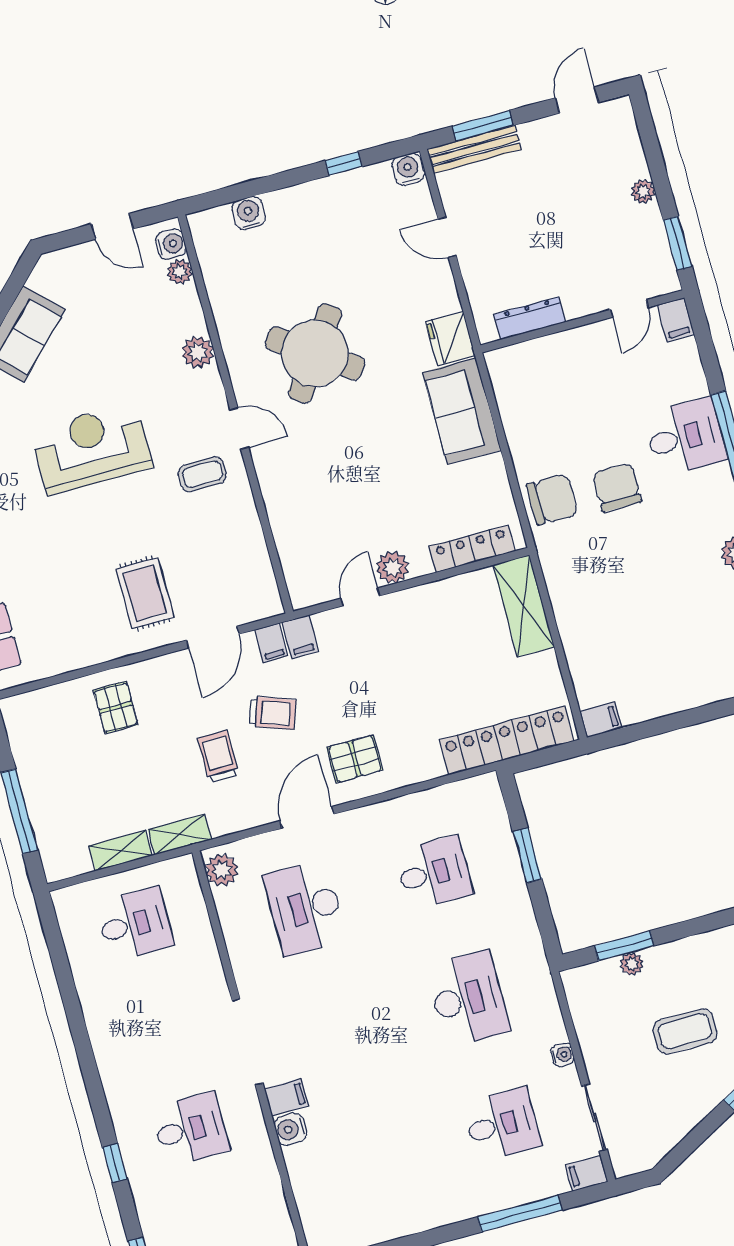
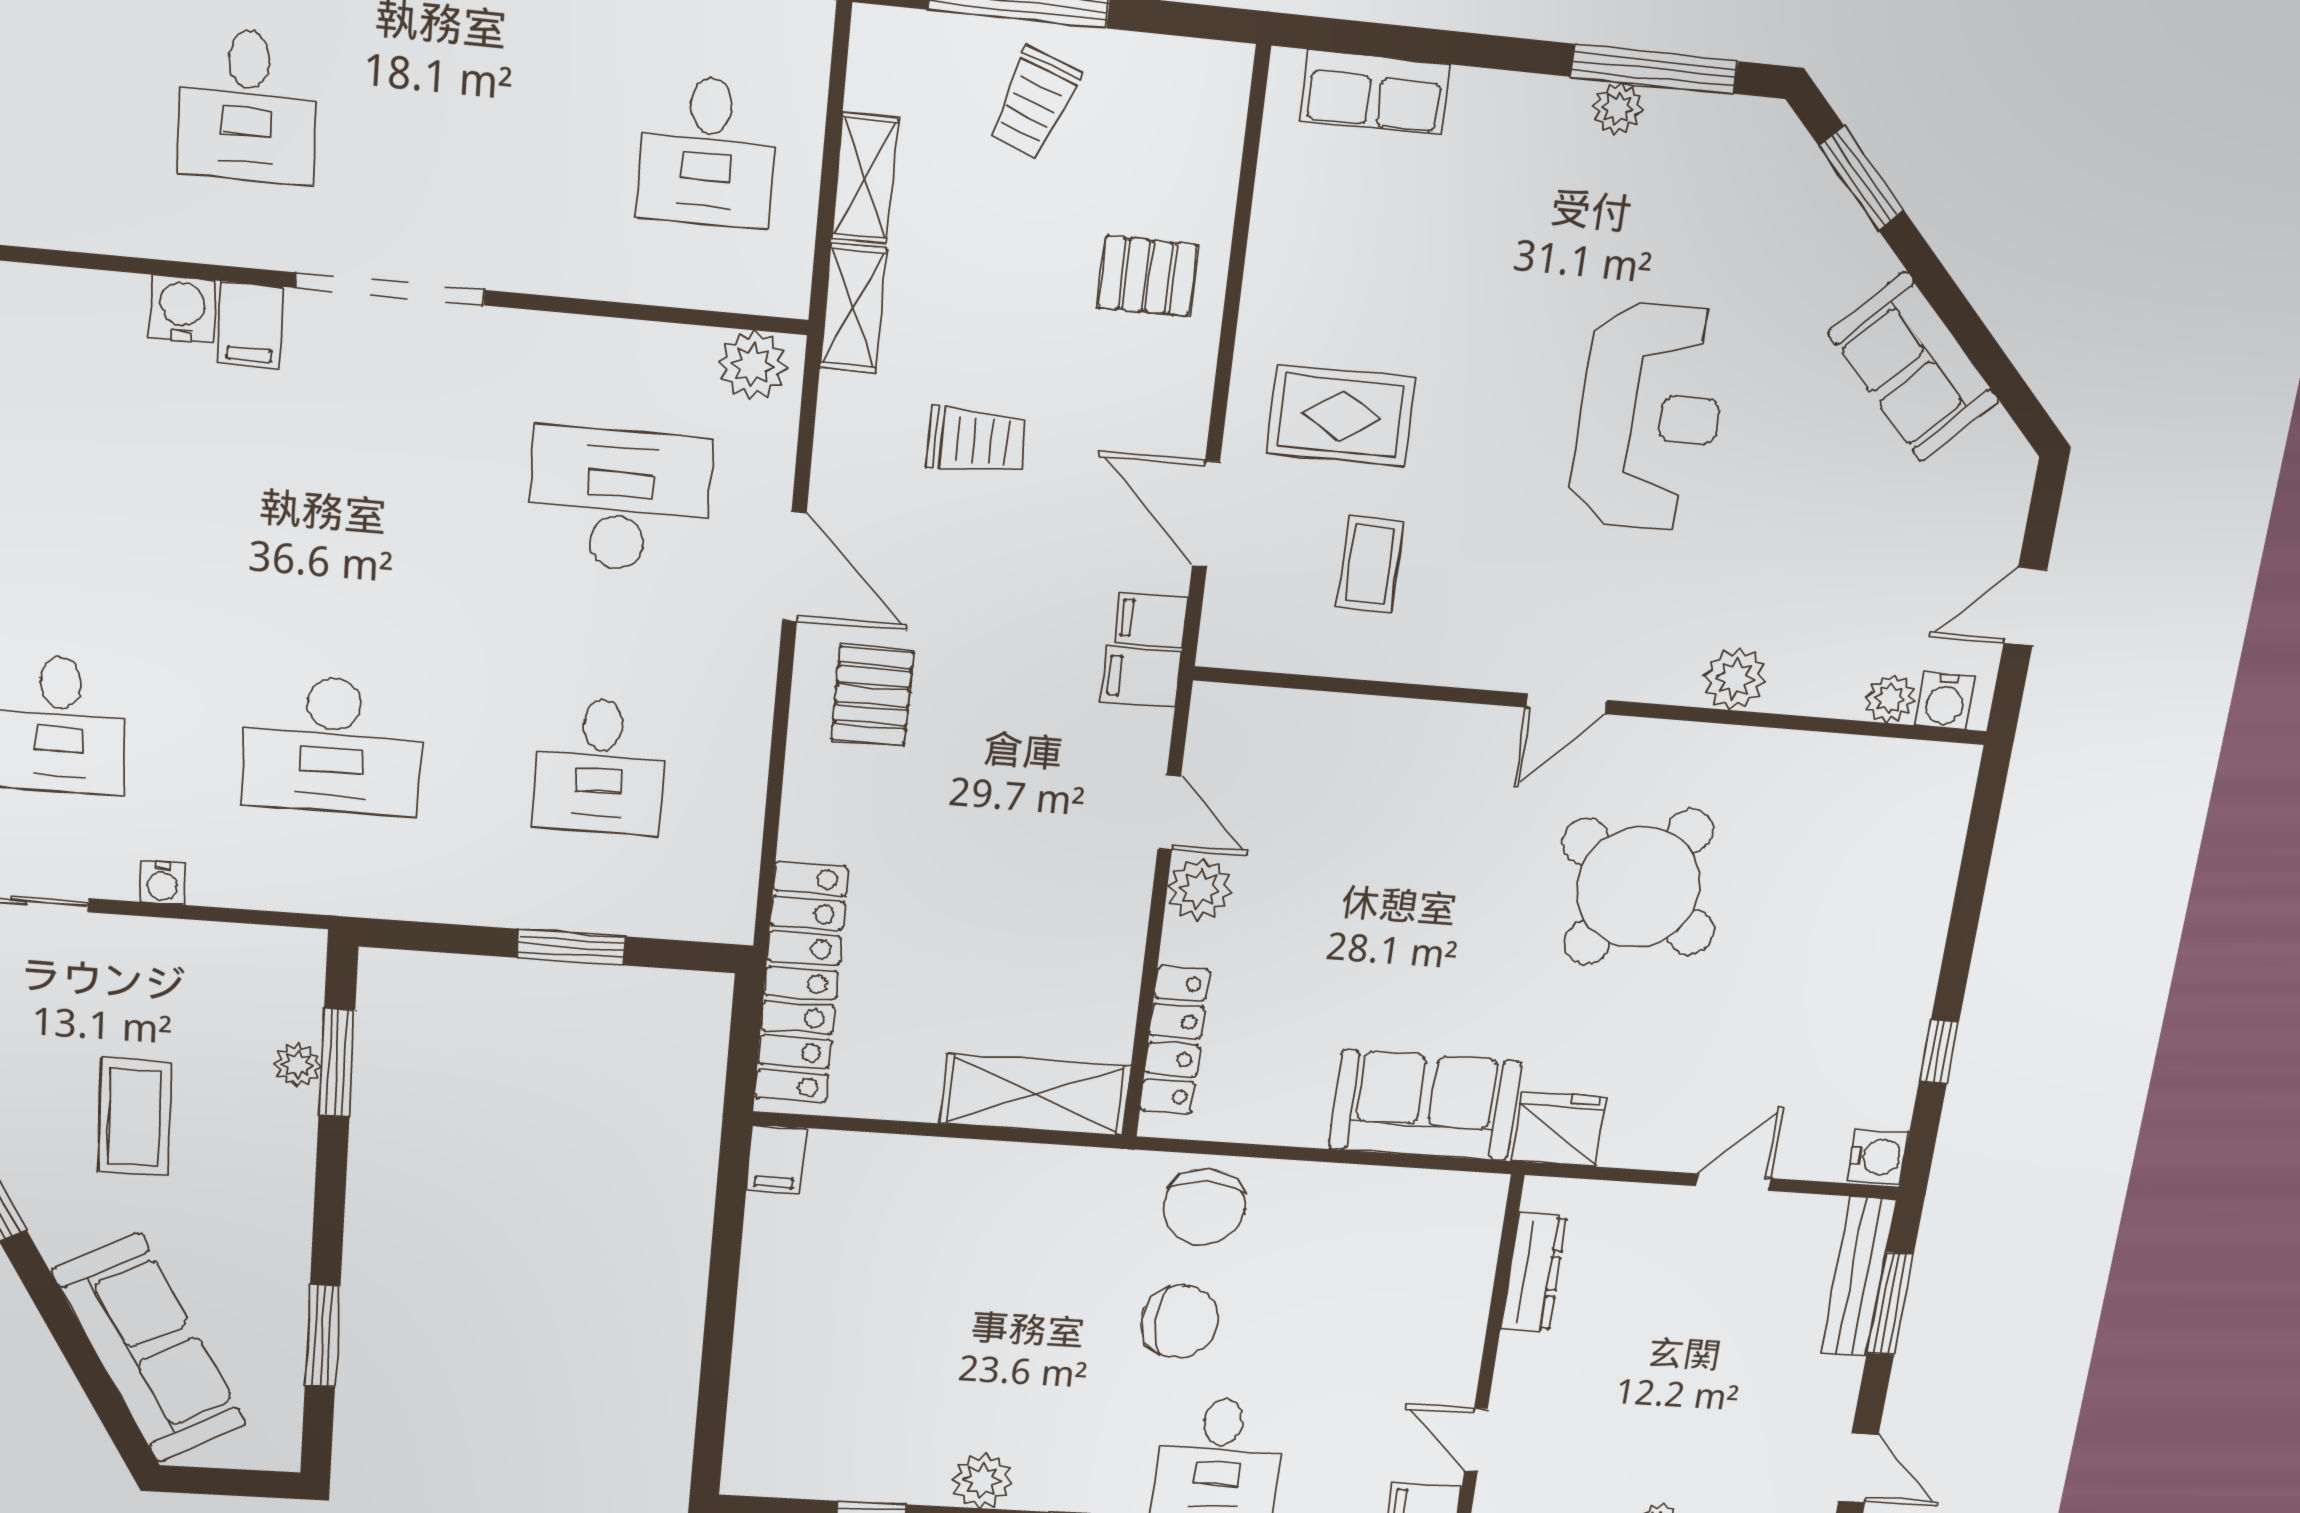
water cooler: (249, 213) -> (1933, 858), removed
coffee table: (202, 474) -> (1370, 565), moved
trolley: (273, 713) -> (1033, 103), moved

